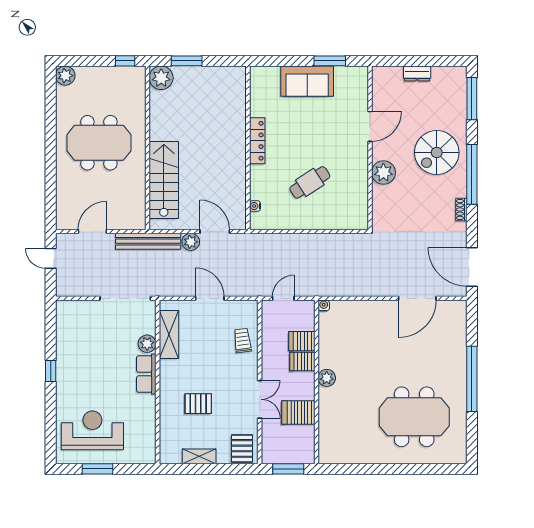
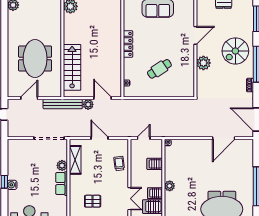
meeting table: (99, 143) -> (35, 58), moved, turned 90
server rack: (302, 362) -> (155, 193), moved
water cooler: (64, 376) -> (12, 185), added

